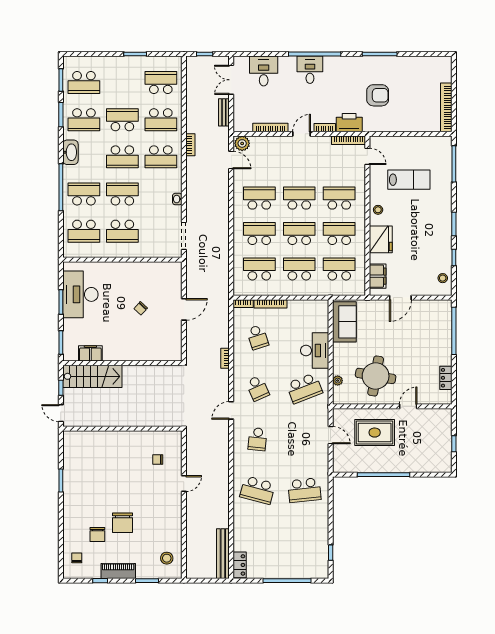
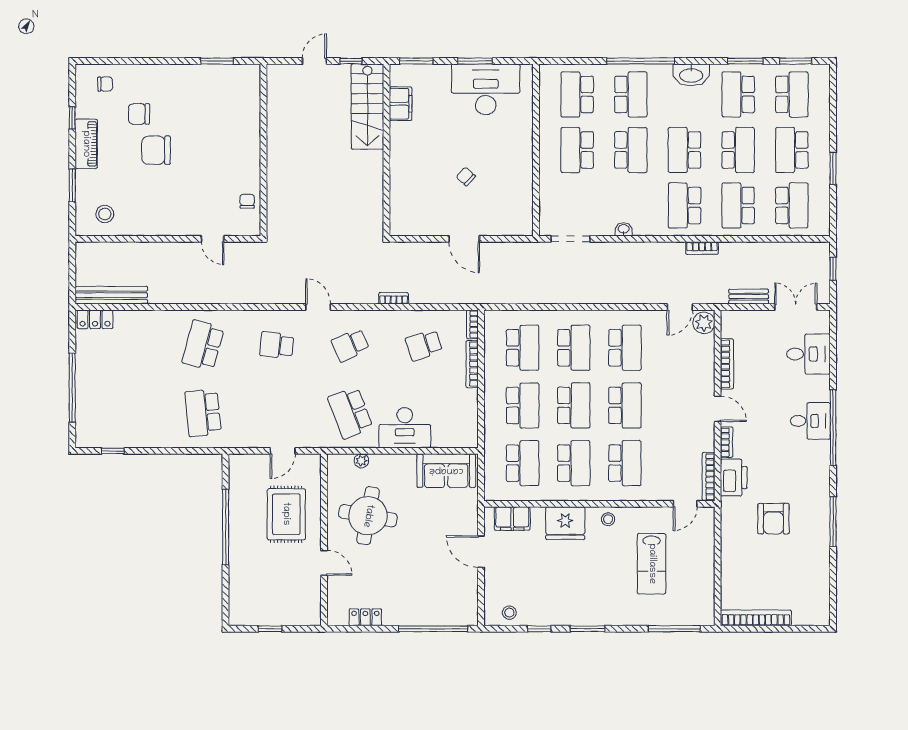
school desk: (84, 83) -> (792, 94), turned 180
school desk: (122, 83) -> (792, 150), added
wall: (122, 429) -> (263, 150), moved

